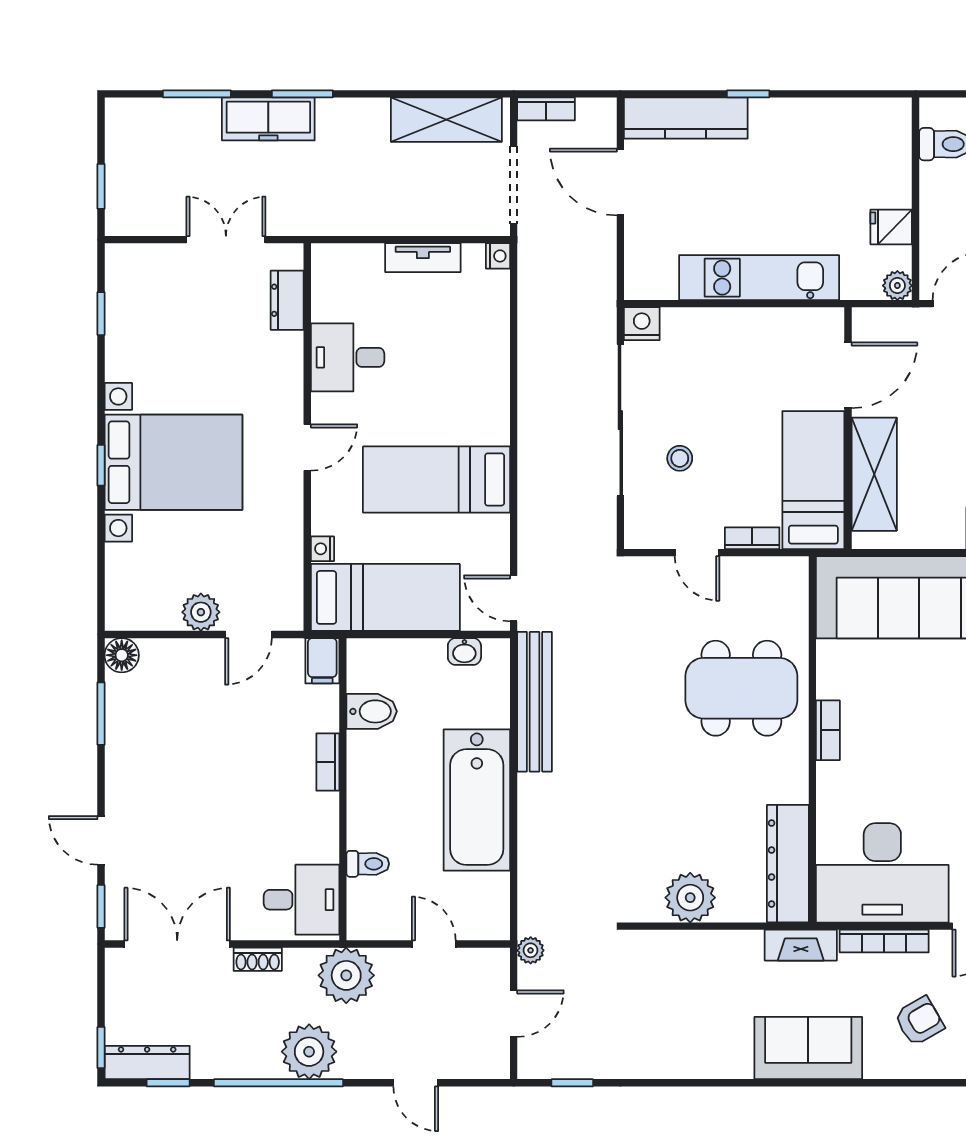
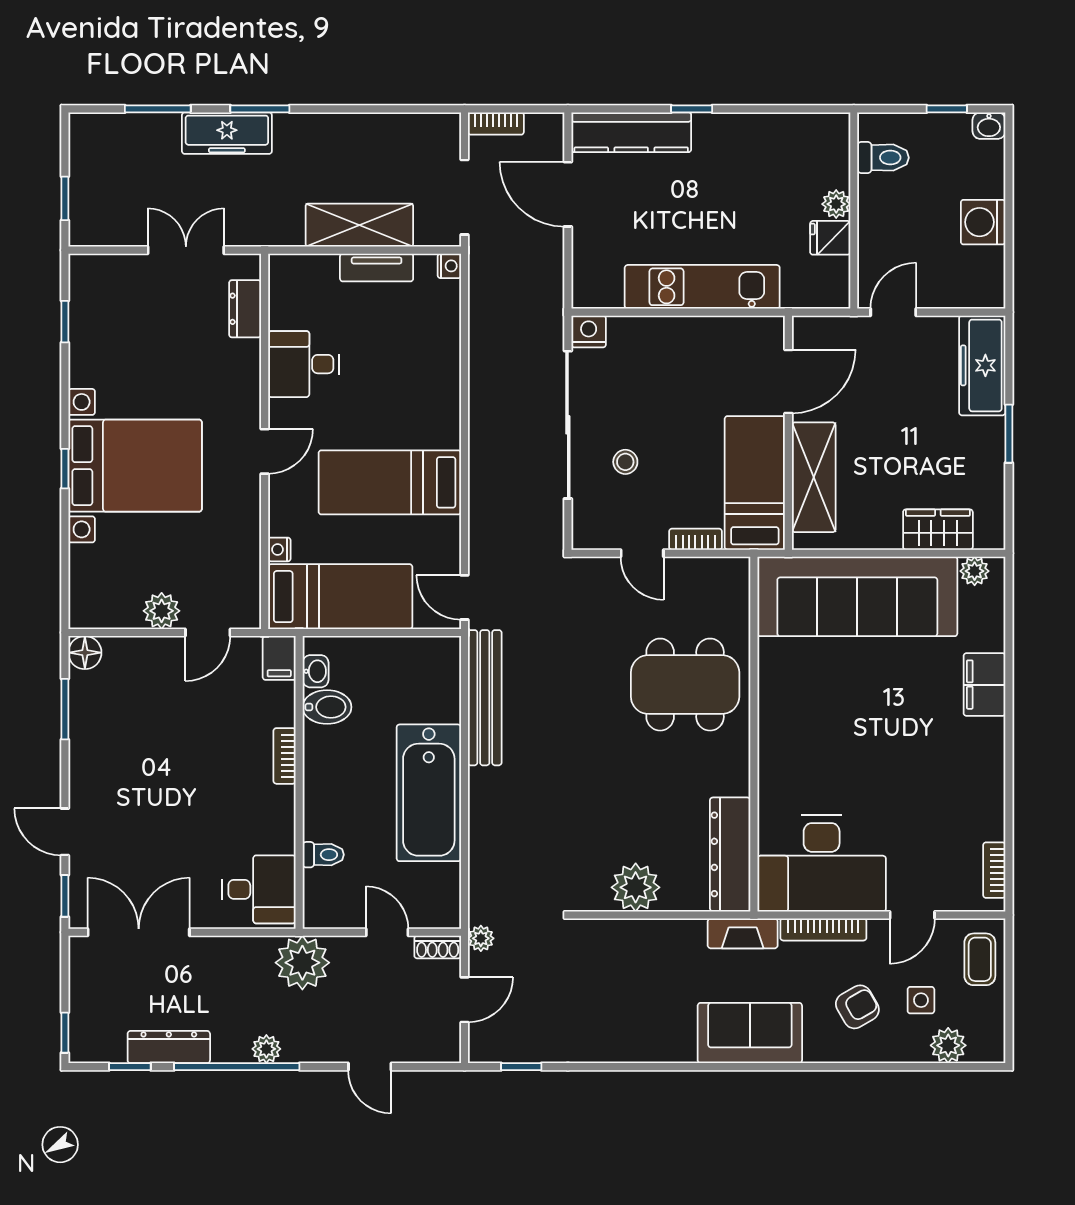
shelving: (446, 120) -> (359, 225), moved
plant: (897, 286) -> (836, 204), moved
washbasin: (464, 652) -> (316, 671), moved, turned -90
bookcase: (828, 730) -> (769, 725), removed
shoe rack: (258, 959) -> (438, 947), moved
plant: (309, 1052) -> (266, 1049), width x0.53, depth x0.53
dresser: (147, 1062) -> (169, 1047), moved

